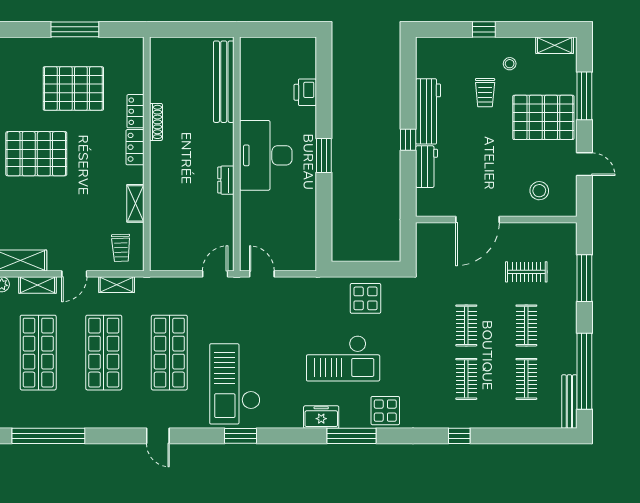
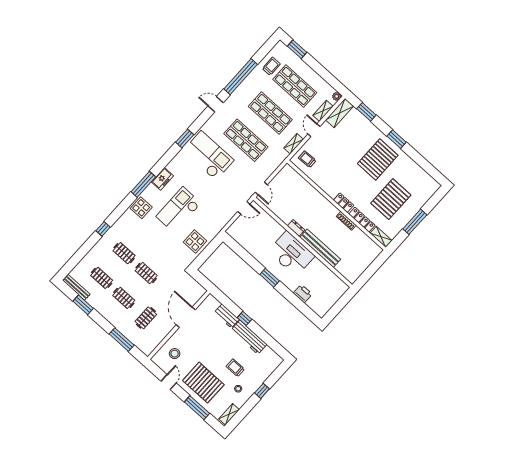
bench: (224, 82) -> (320, 248), moved
locker: (135, 111) -> (362, 220), width x1.53
pallet: (543, 117) -> (203, 383), turned 90
door: (584, 164) -> (169, 382), swing flipped
shelving: (135, 203) -> (381, 237), moved
window: (584, 371) -> (83, 305), width x0.47
trolley: (40, 408) -> (271, 66), added
window: (48, 436) -> (241, 77), moved

